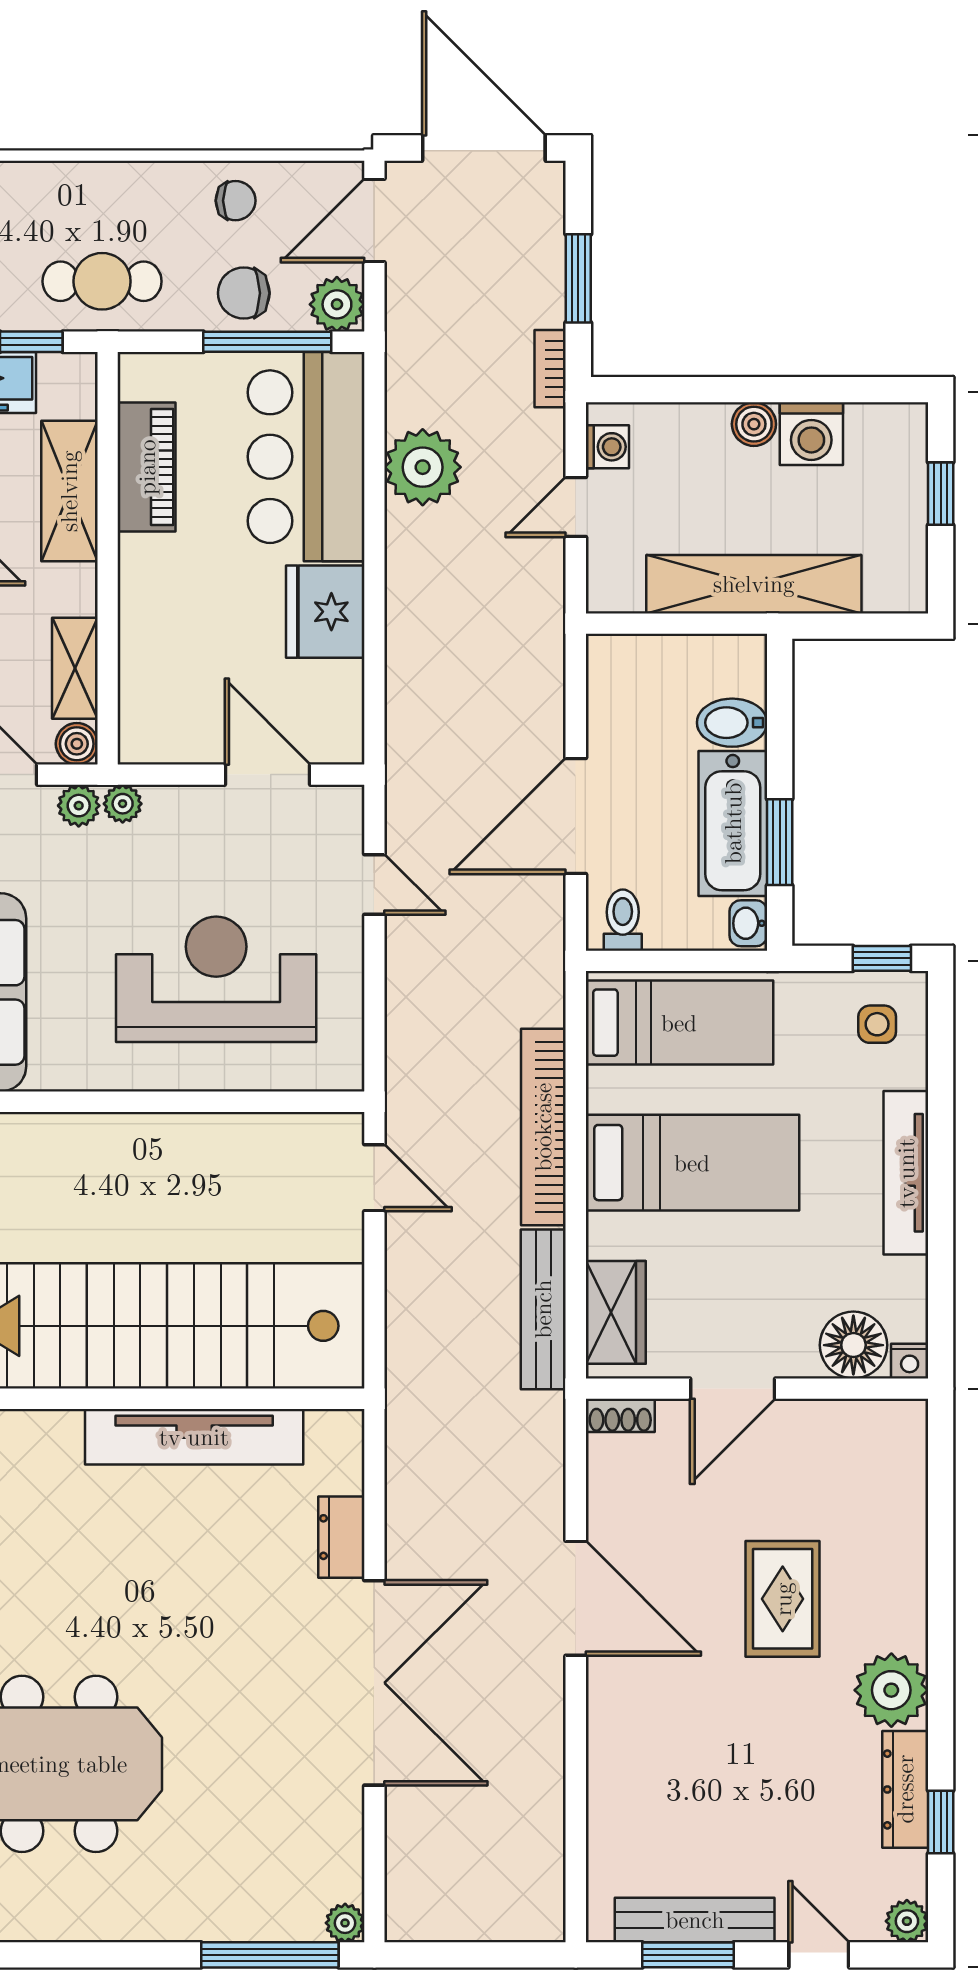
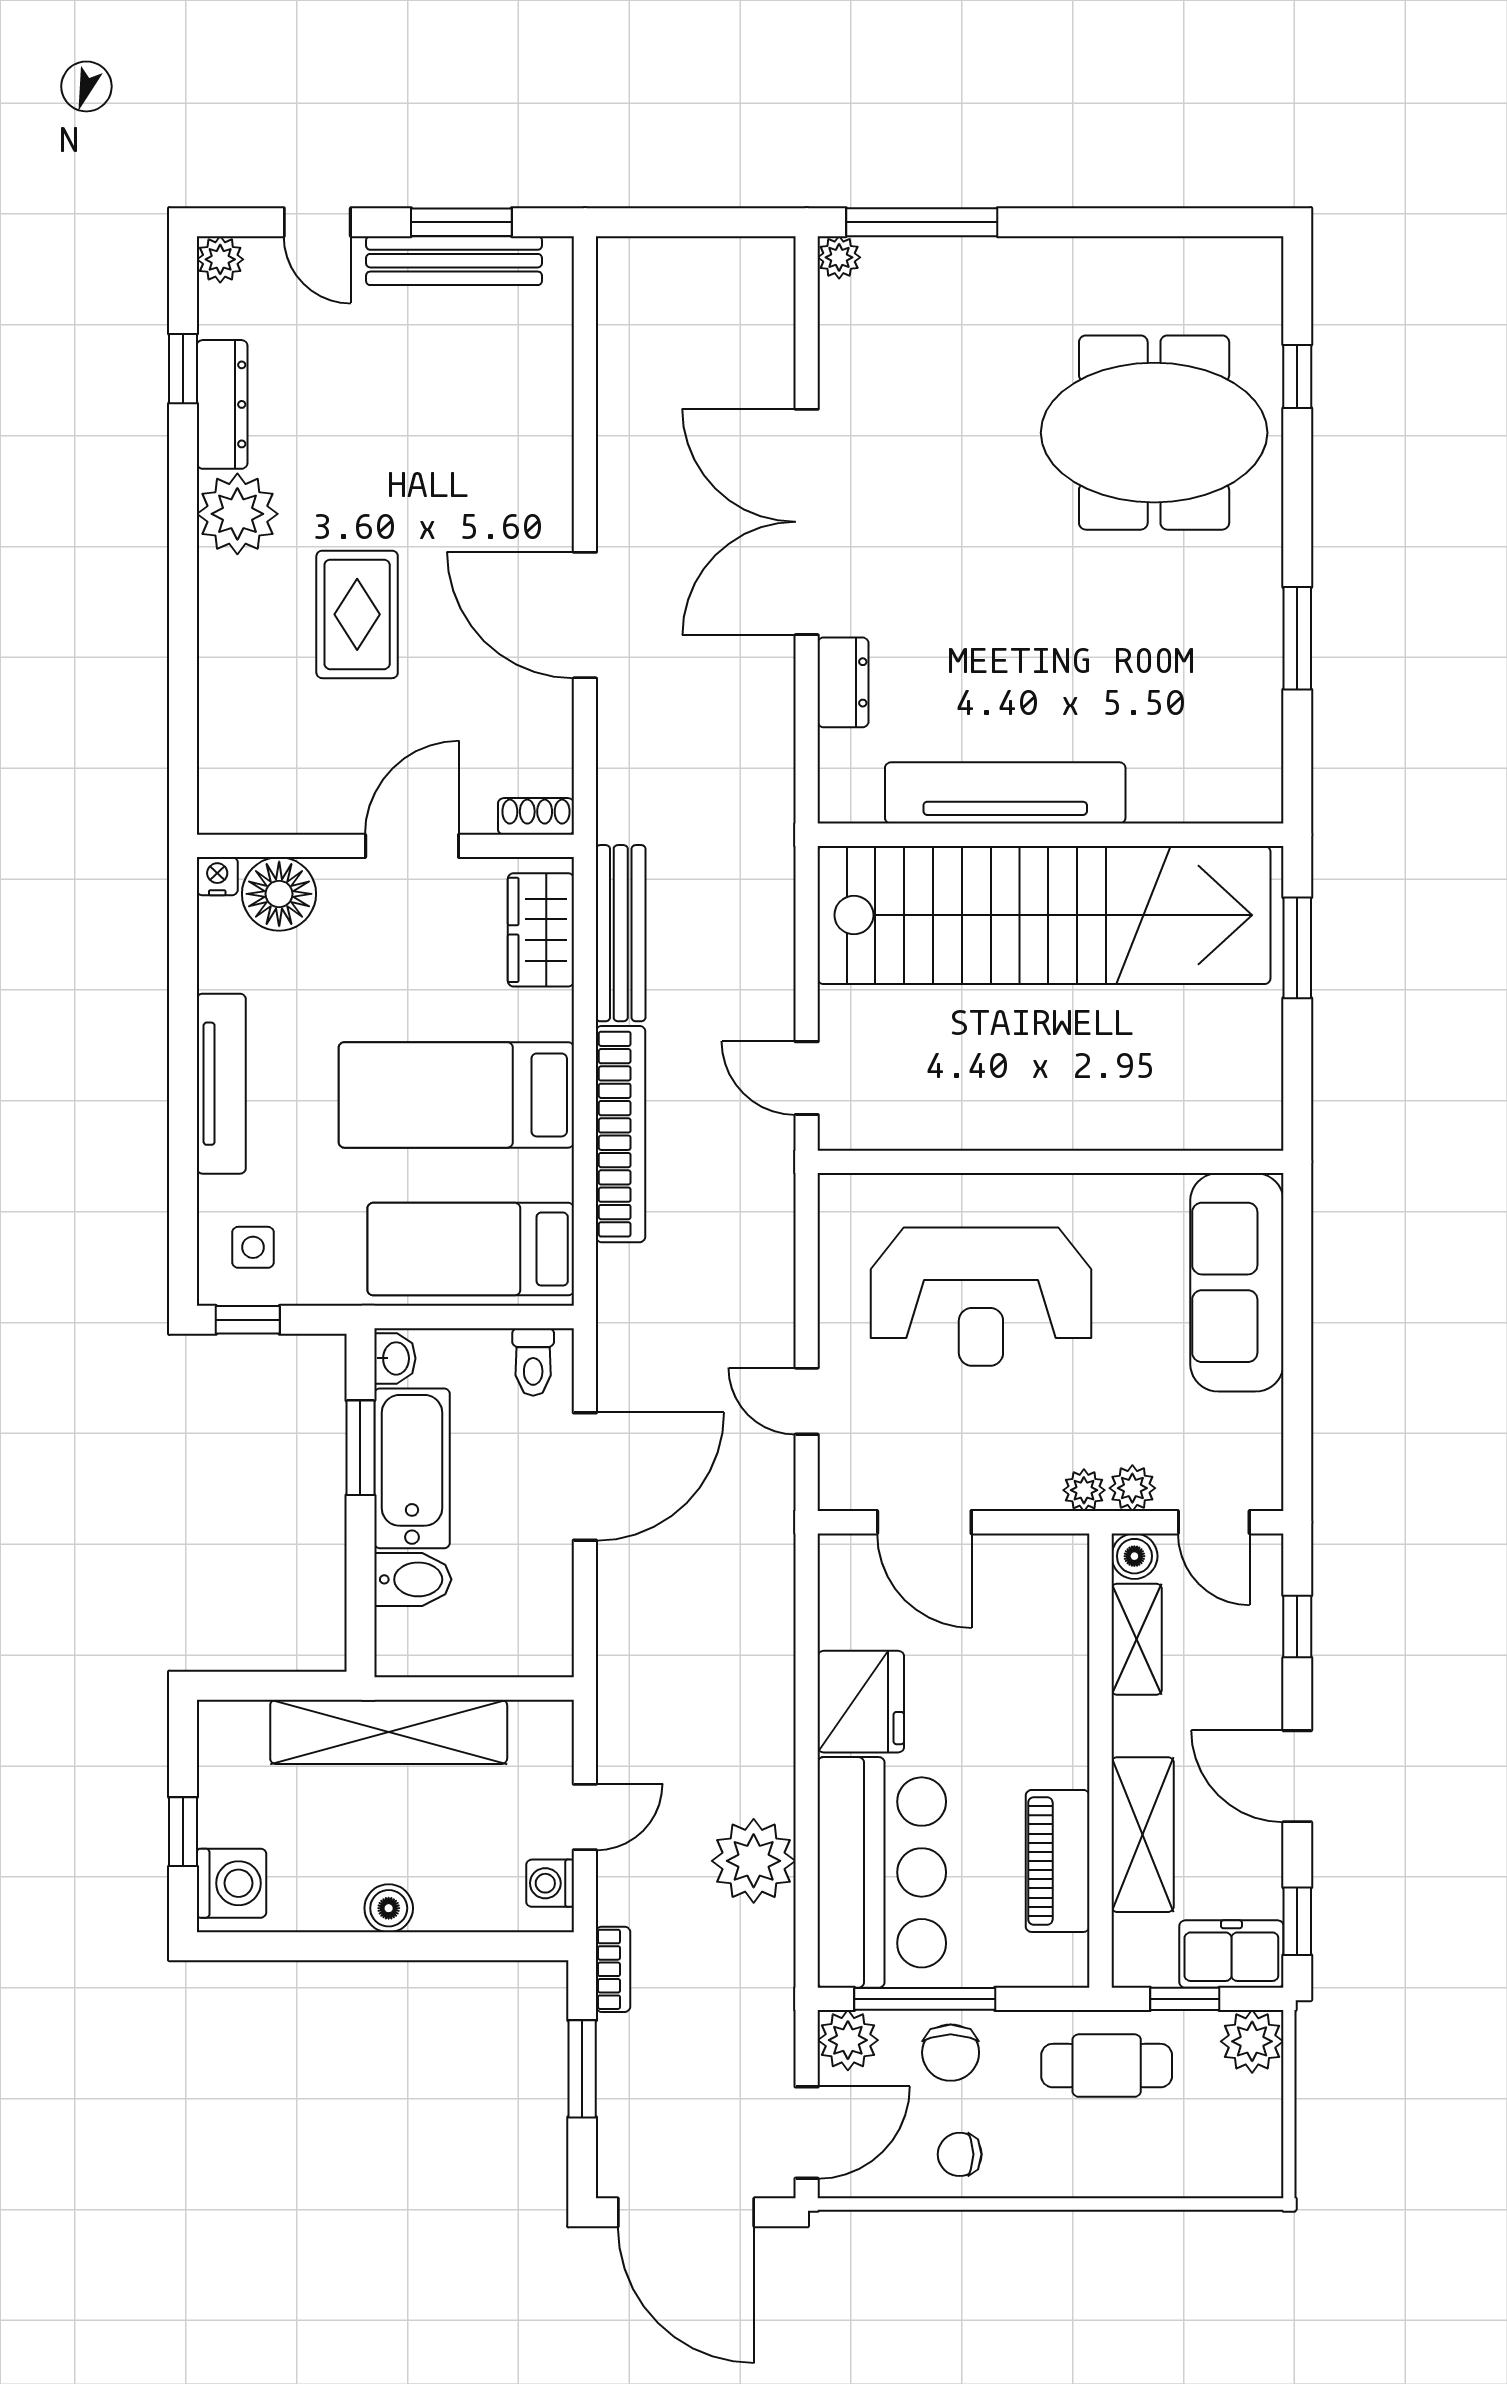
chair: (244, 293) -> (951, 2053), turned 90
washing machine: (811, 434) -> (232, 1883), moved, turned 90

